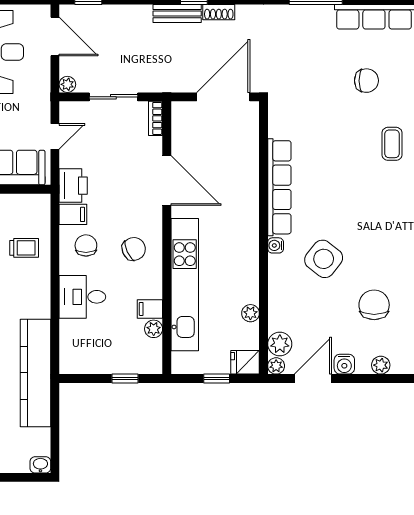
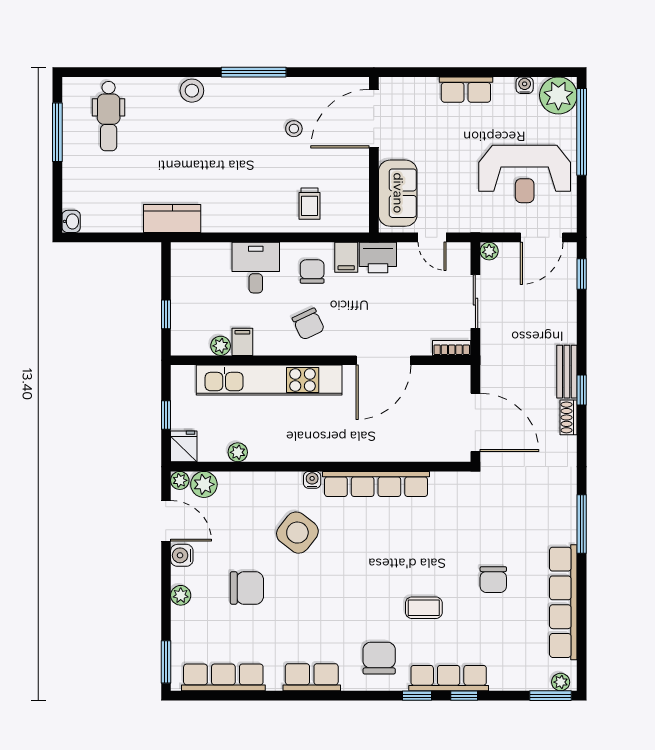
chair: (86, 245) -> (312, 271), turned -89
kitchen counter: (36, 373) -> (172, 219), width x0.48, depth x0.86

